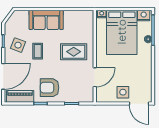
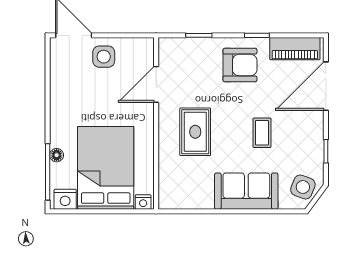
side table: (18, 45) -> (303, 187), moved
rug: (74, 52) -> (195, 132), turned 90

